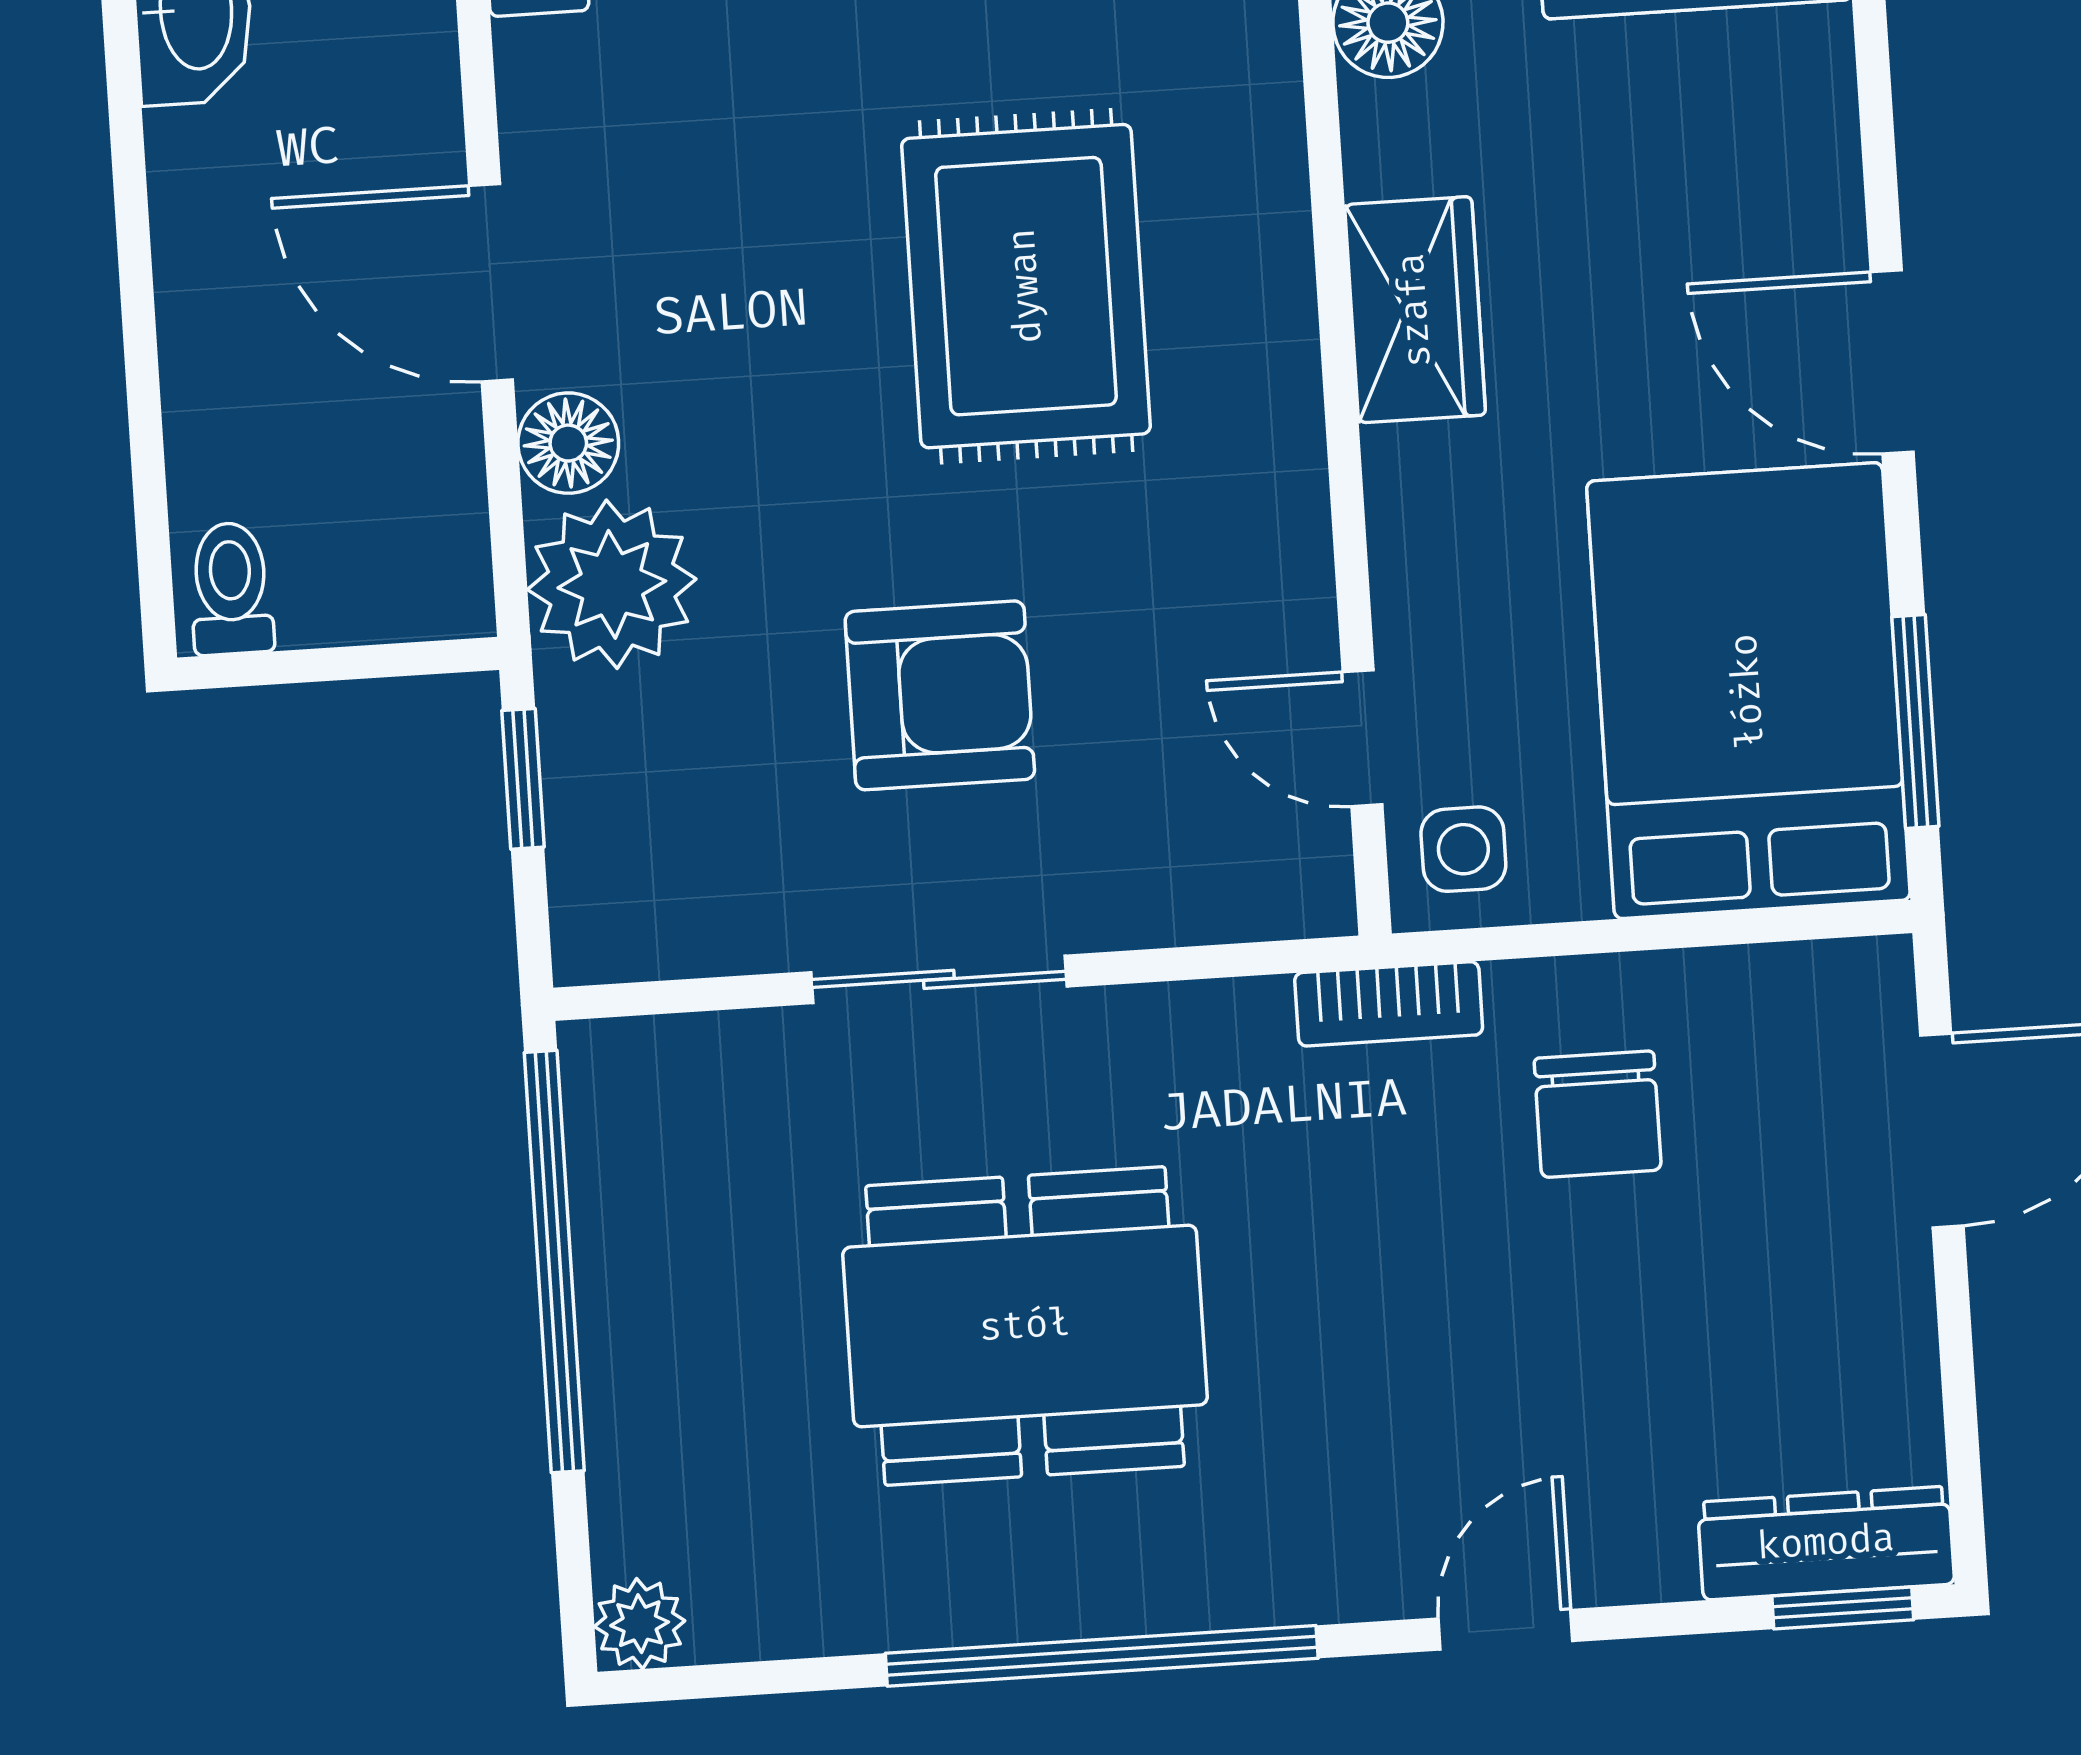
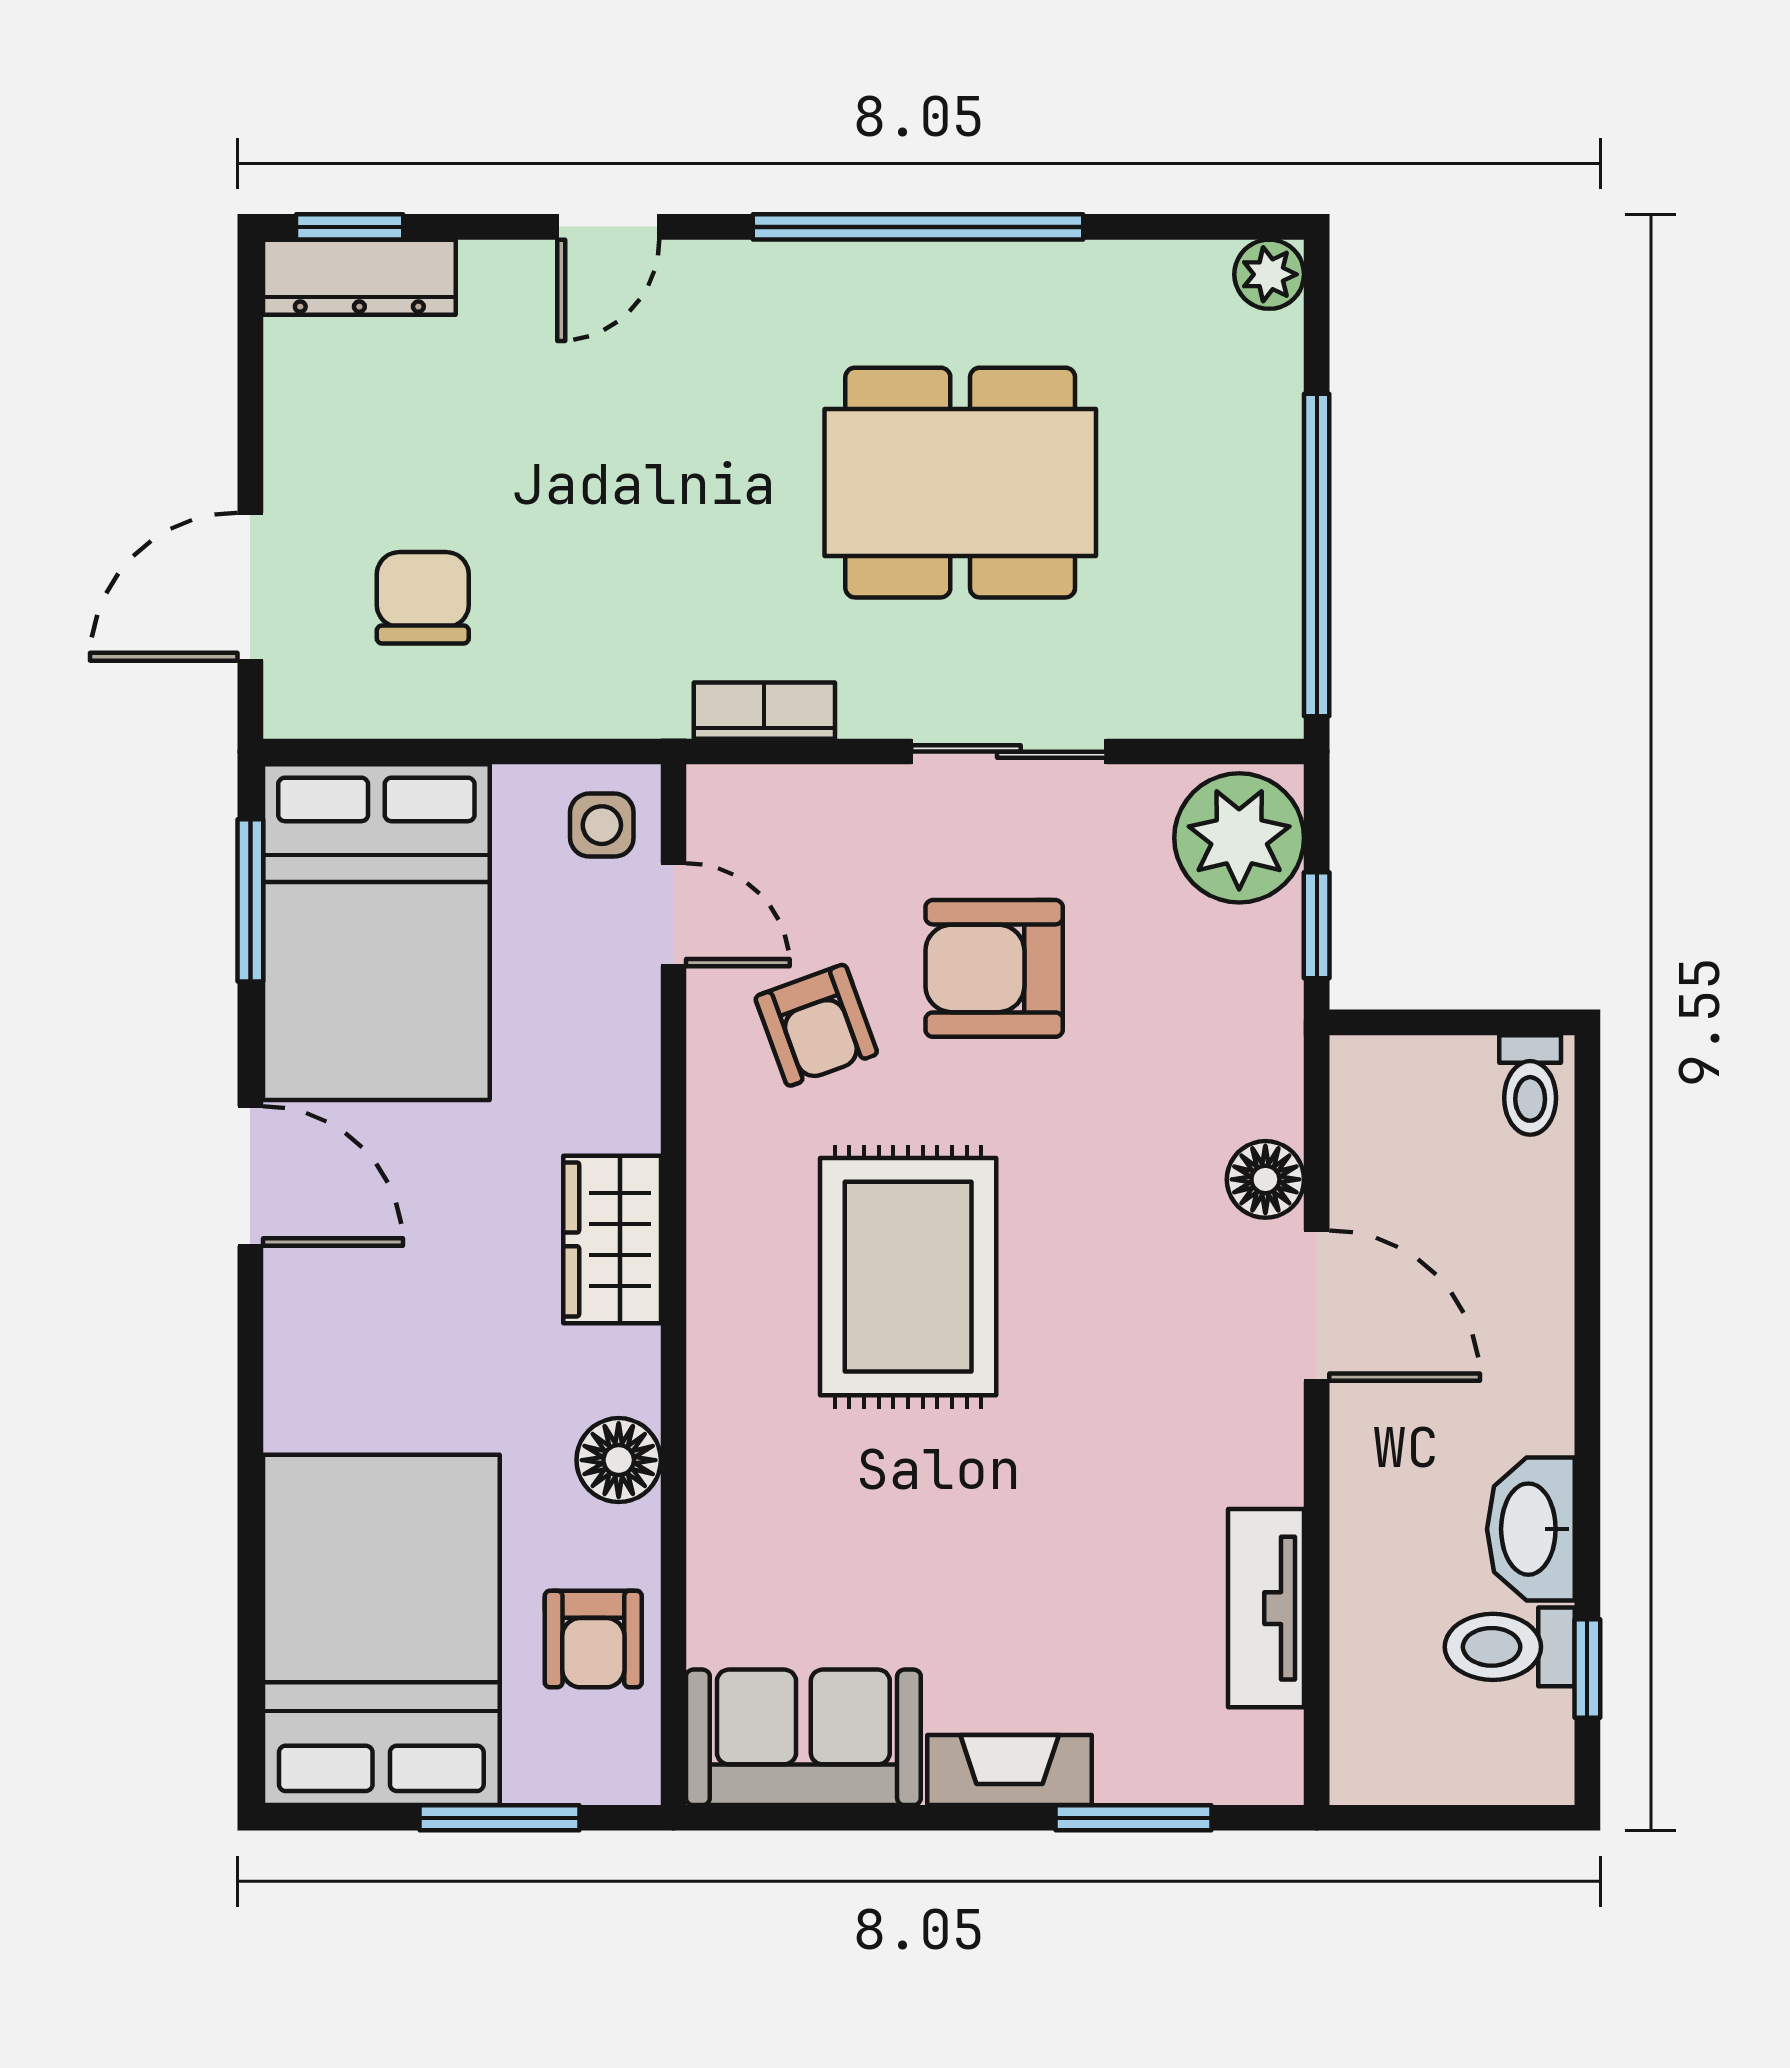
plant: (612, 584) -> (1239, 838), moved
armchair: (1167, 606) -> (816, 1025), added
bookcase: (1389, 1004) -> (764, 711), moved
chair: (1598, 1114) -> (423, 598), moved

